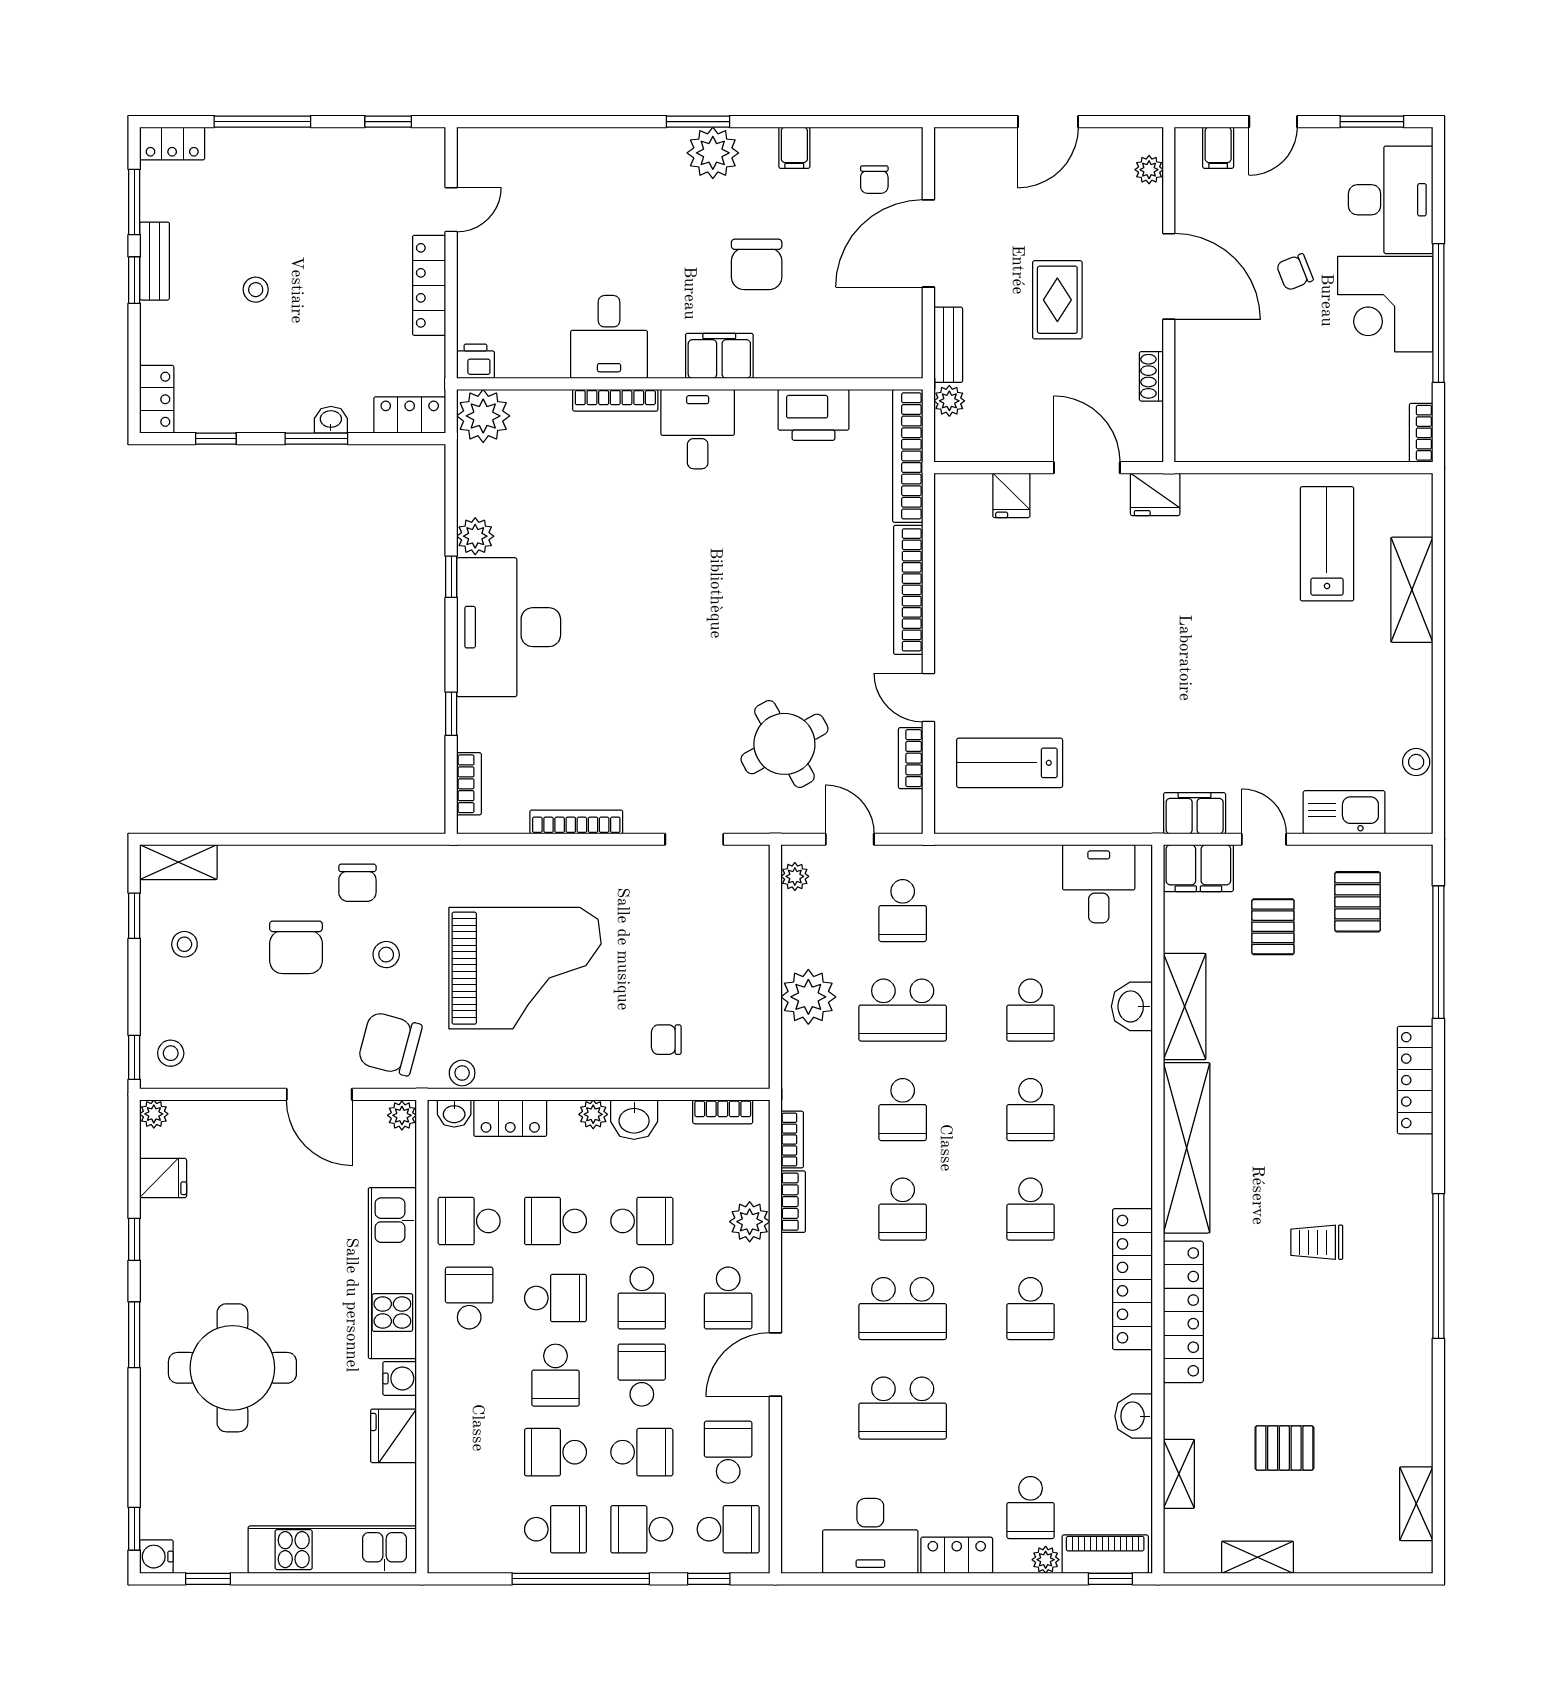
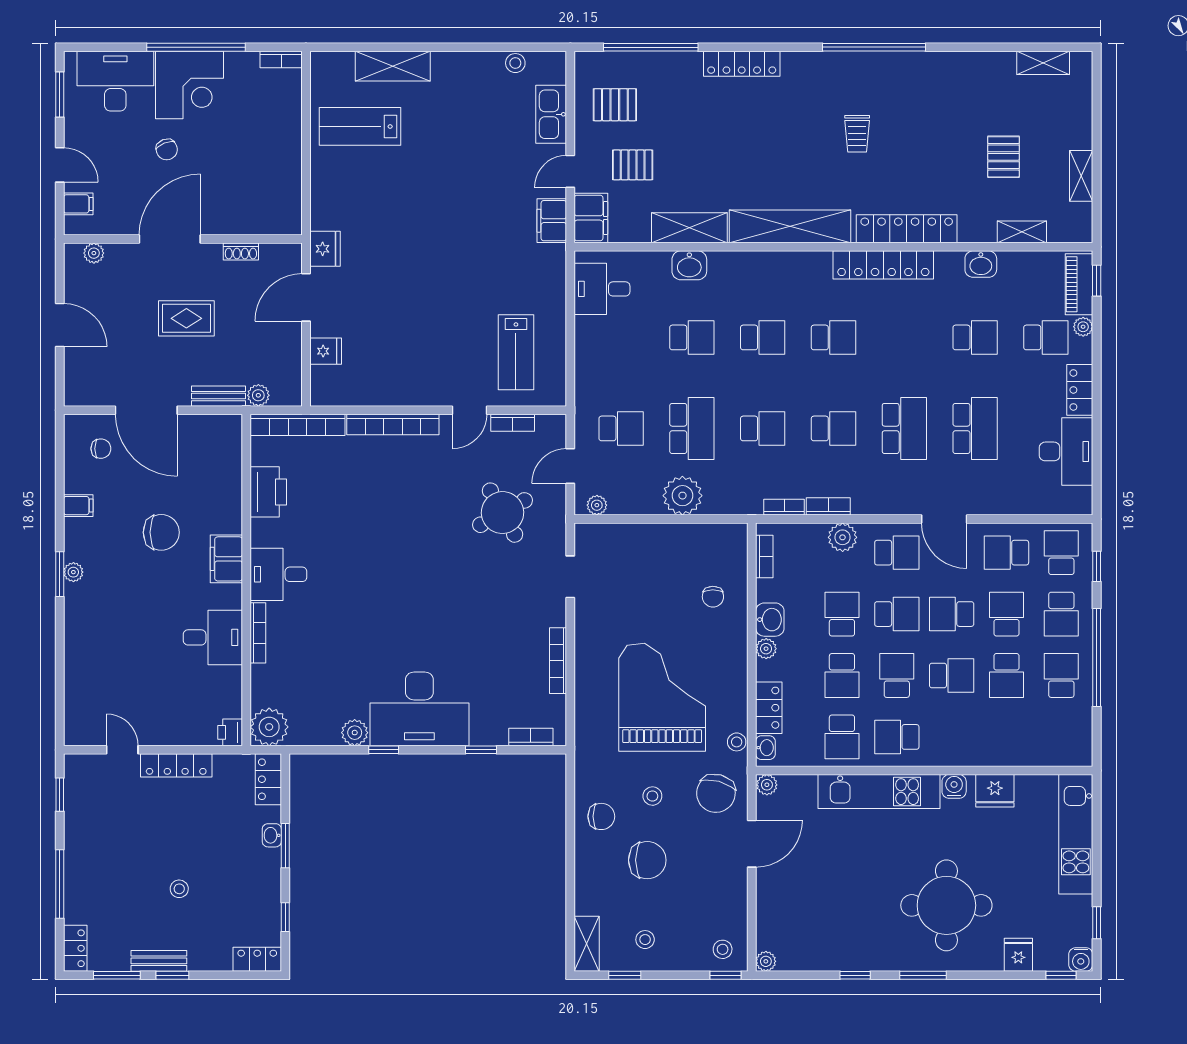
plant: (713, 153) -> (73, 572), width x0.53, depth x0.53
fridge: (163, 1178) -> (1018, 955), moved
school desk: (1031, 1309) -> (975, 337), moved

